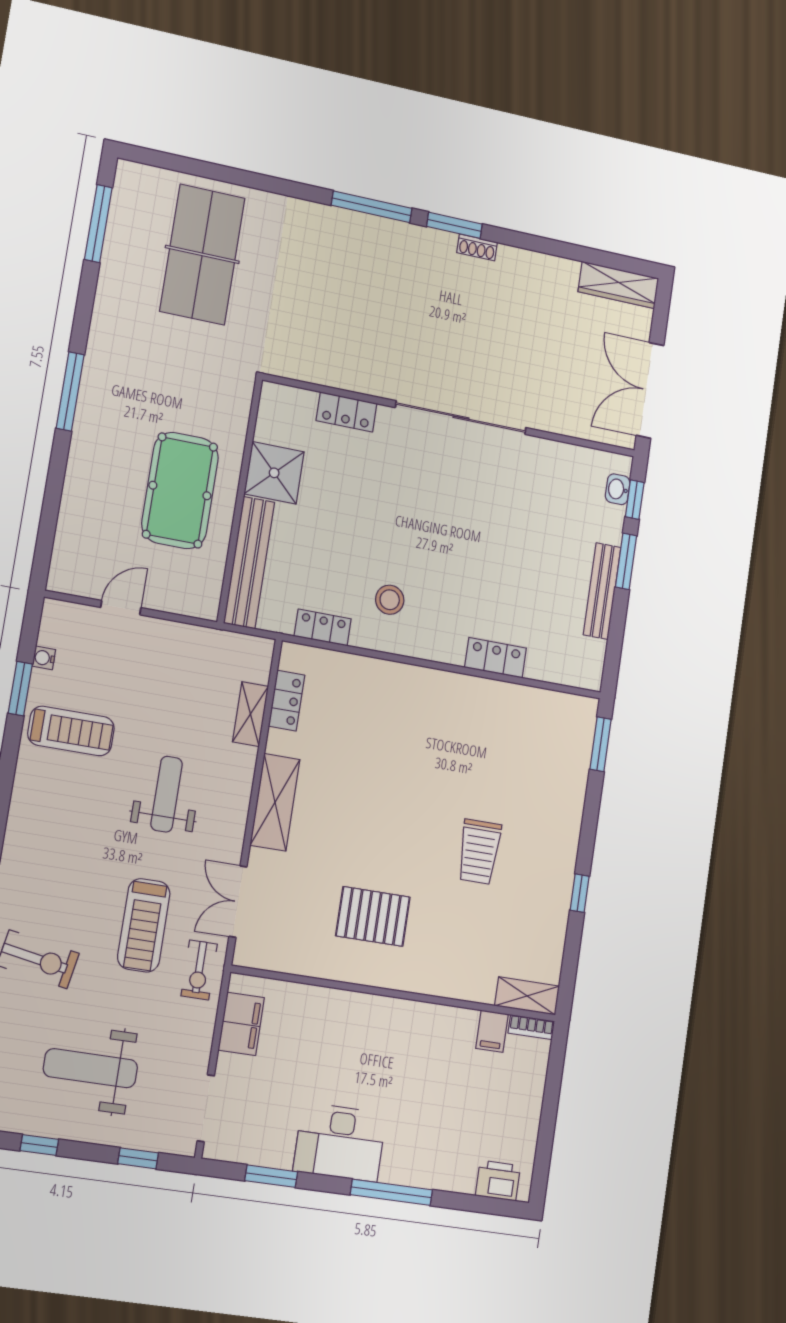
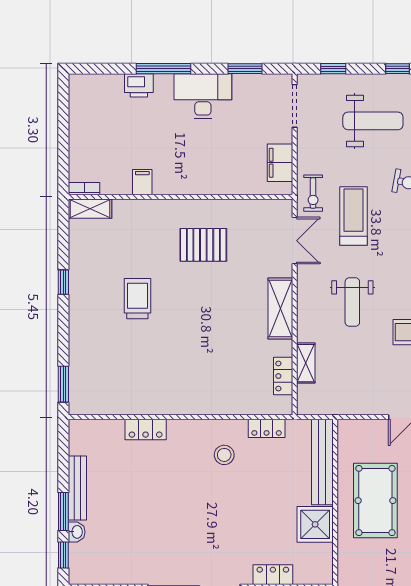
washbasin: (618, 489) -> (77, 532), moved
exercise bike: (199, 970) -> (313, 193), turned 180
filing cabinet: (492, 1031) -> (142, 182), moved
printer: (498, 1181) -> (139, 85), moved

